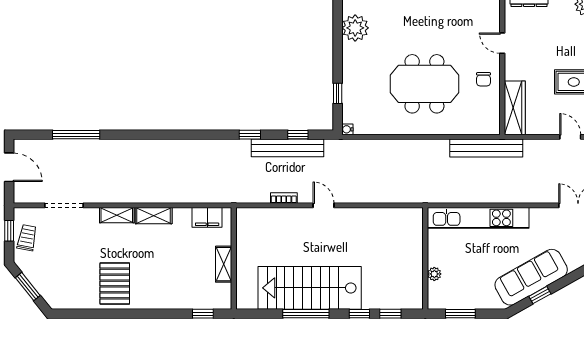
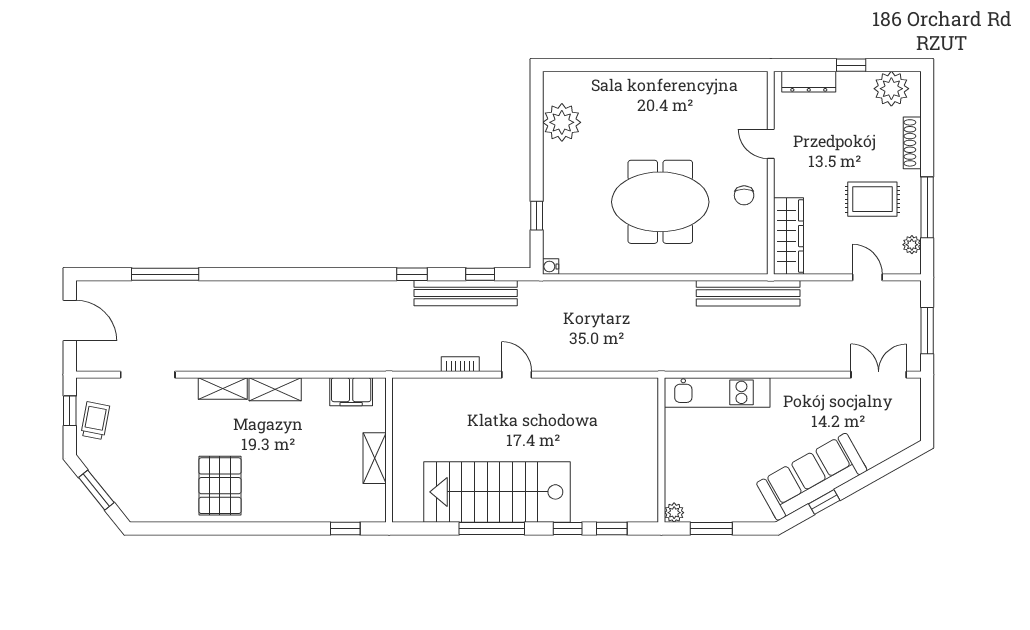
kitchen unit: (478, 218) -> (717, 392), width x0.73
plant: (434, 274) -> (674, 513), moved

